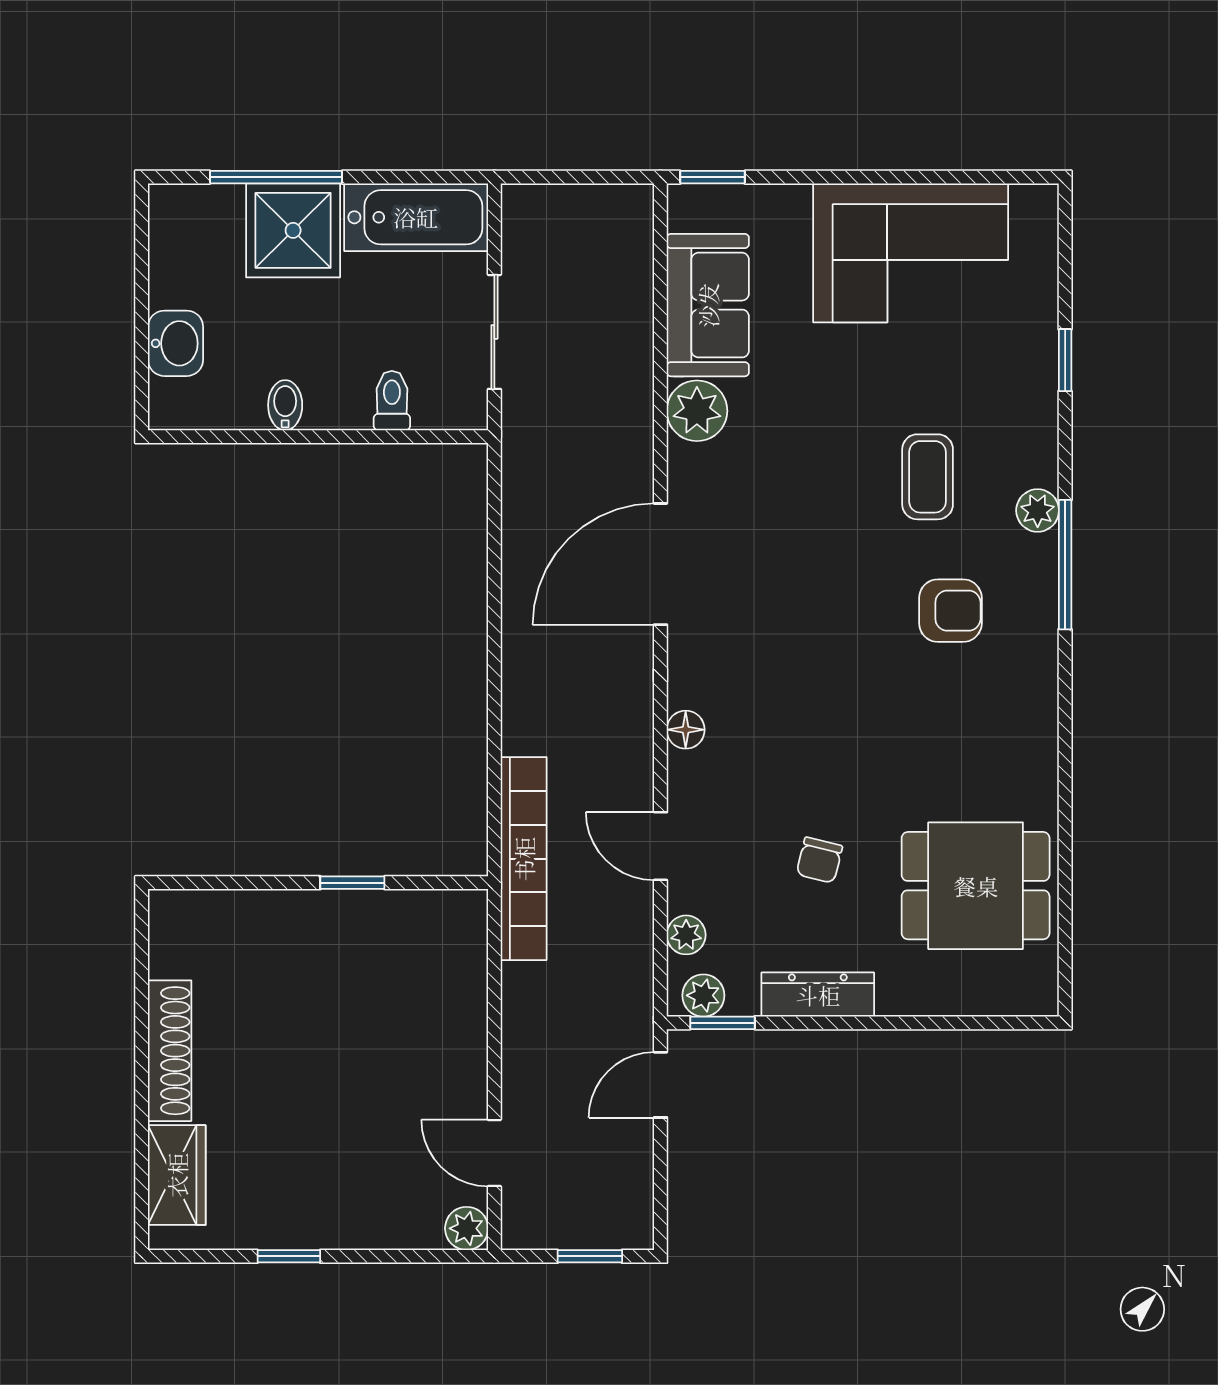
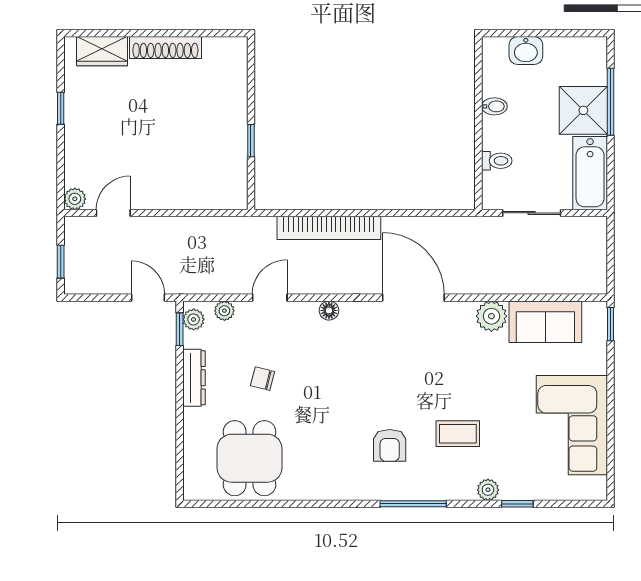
plant: (1038, 510) -> (488, 490), moved
bookcase: (524, 859) -> (329, 228), moved

